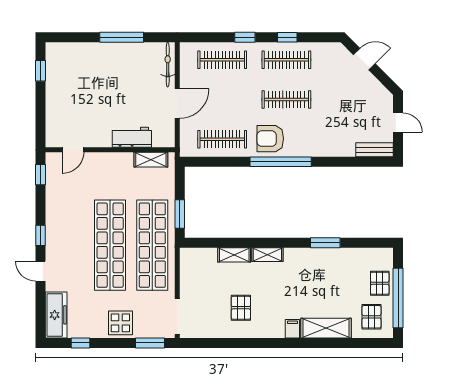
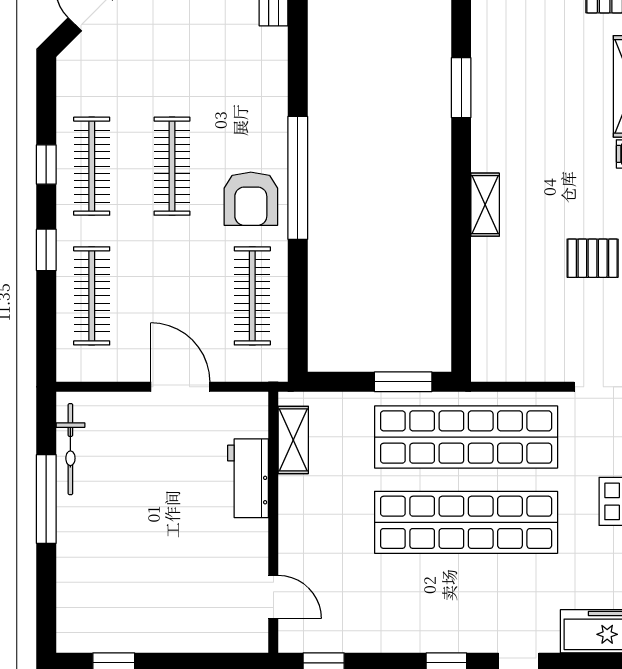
bicycle: (168, 65) -> (70, 449), moved, turned -90
shelving: (234, 255) -> (486, 272), removed

